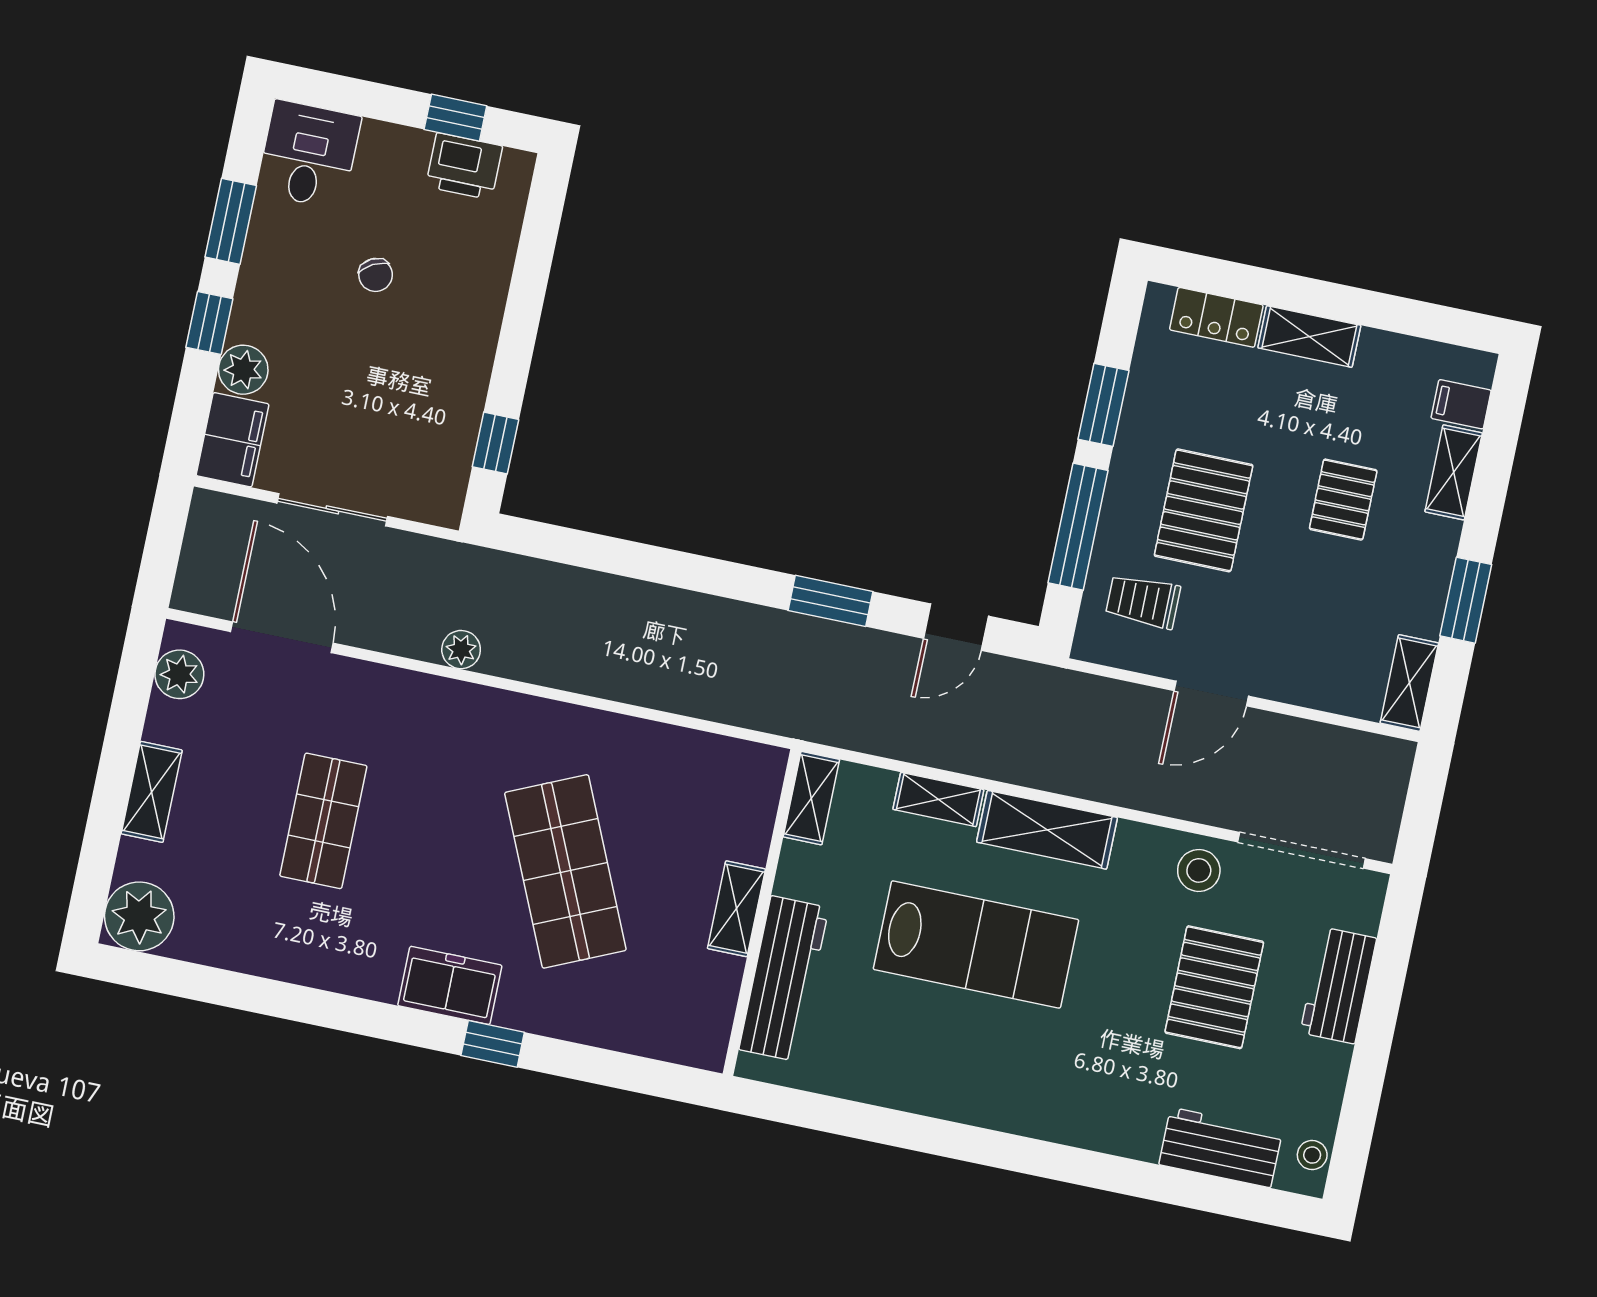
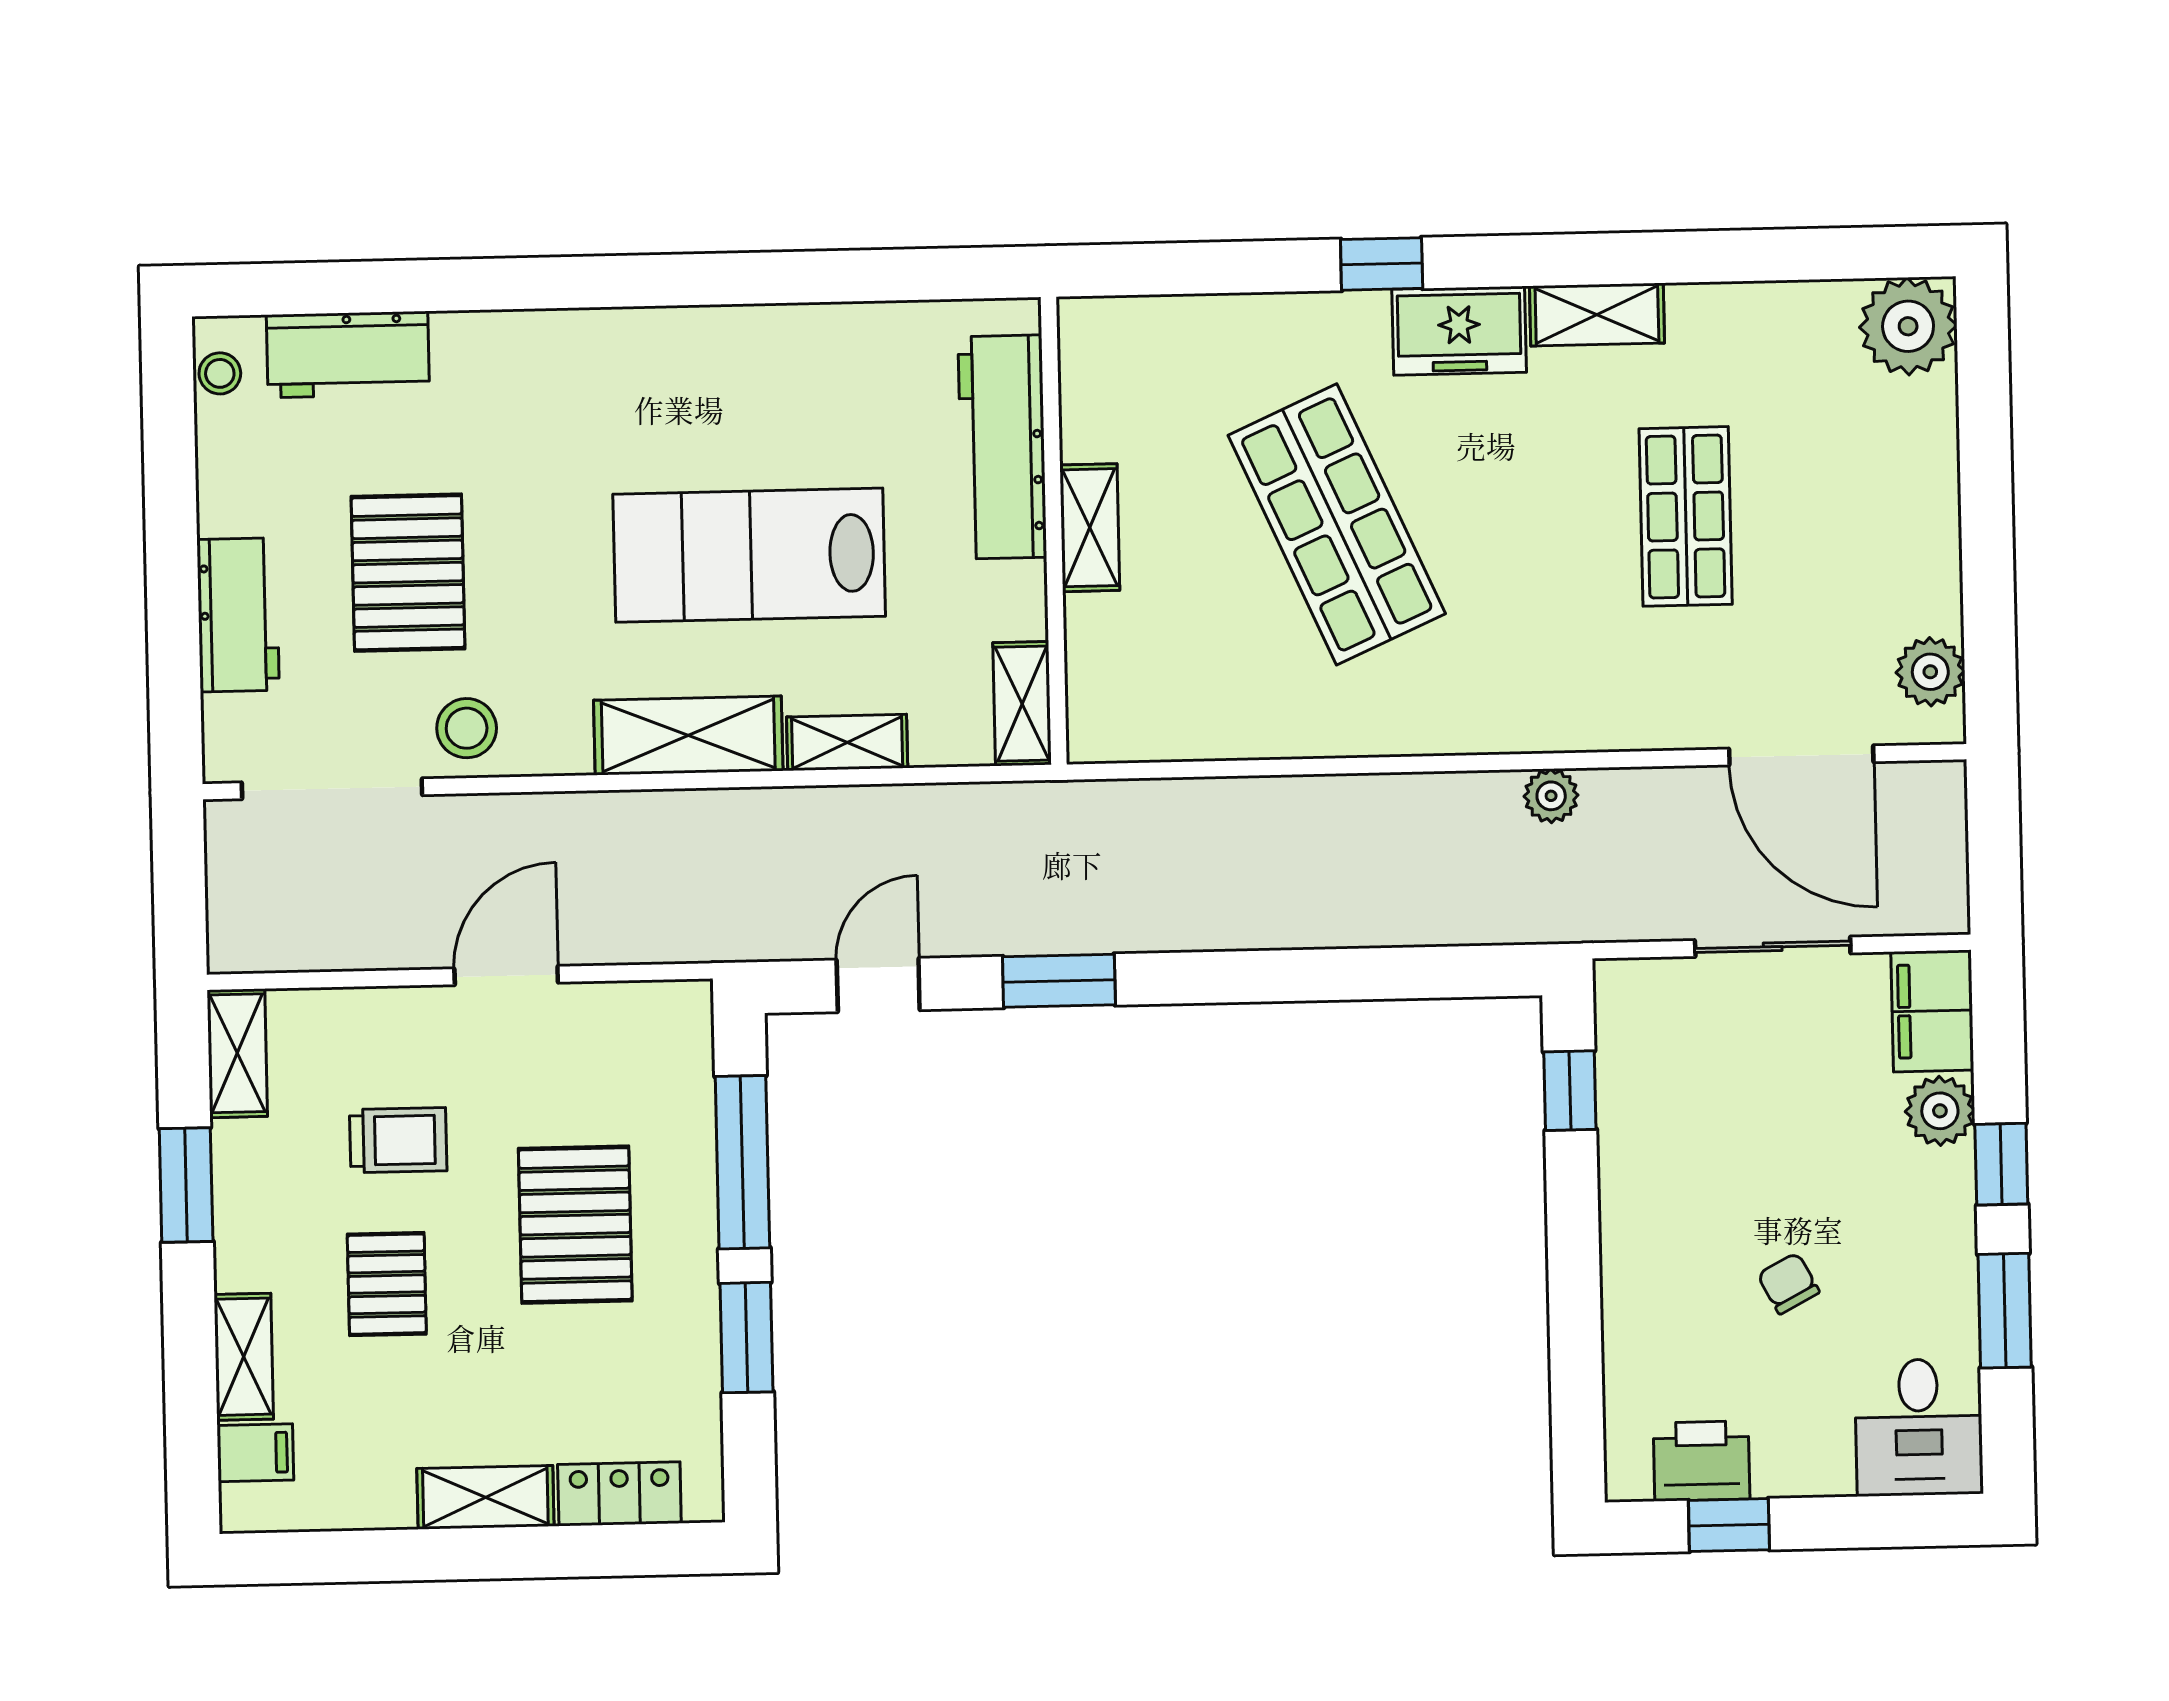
trolley: (1143, 601) -> (398, 1140), moved
shelving: (152, 792) -> (1597, 315), moved, turned 90

